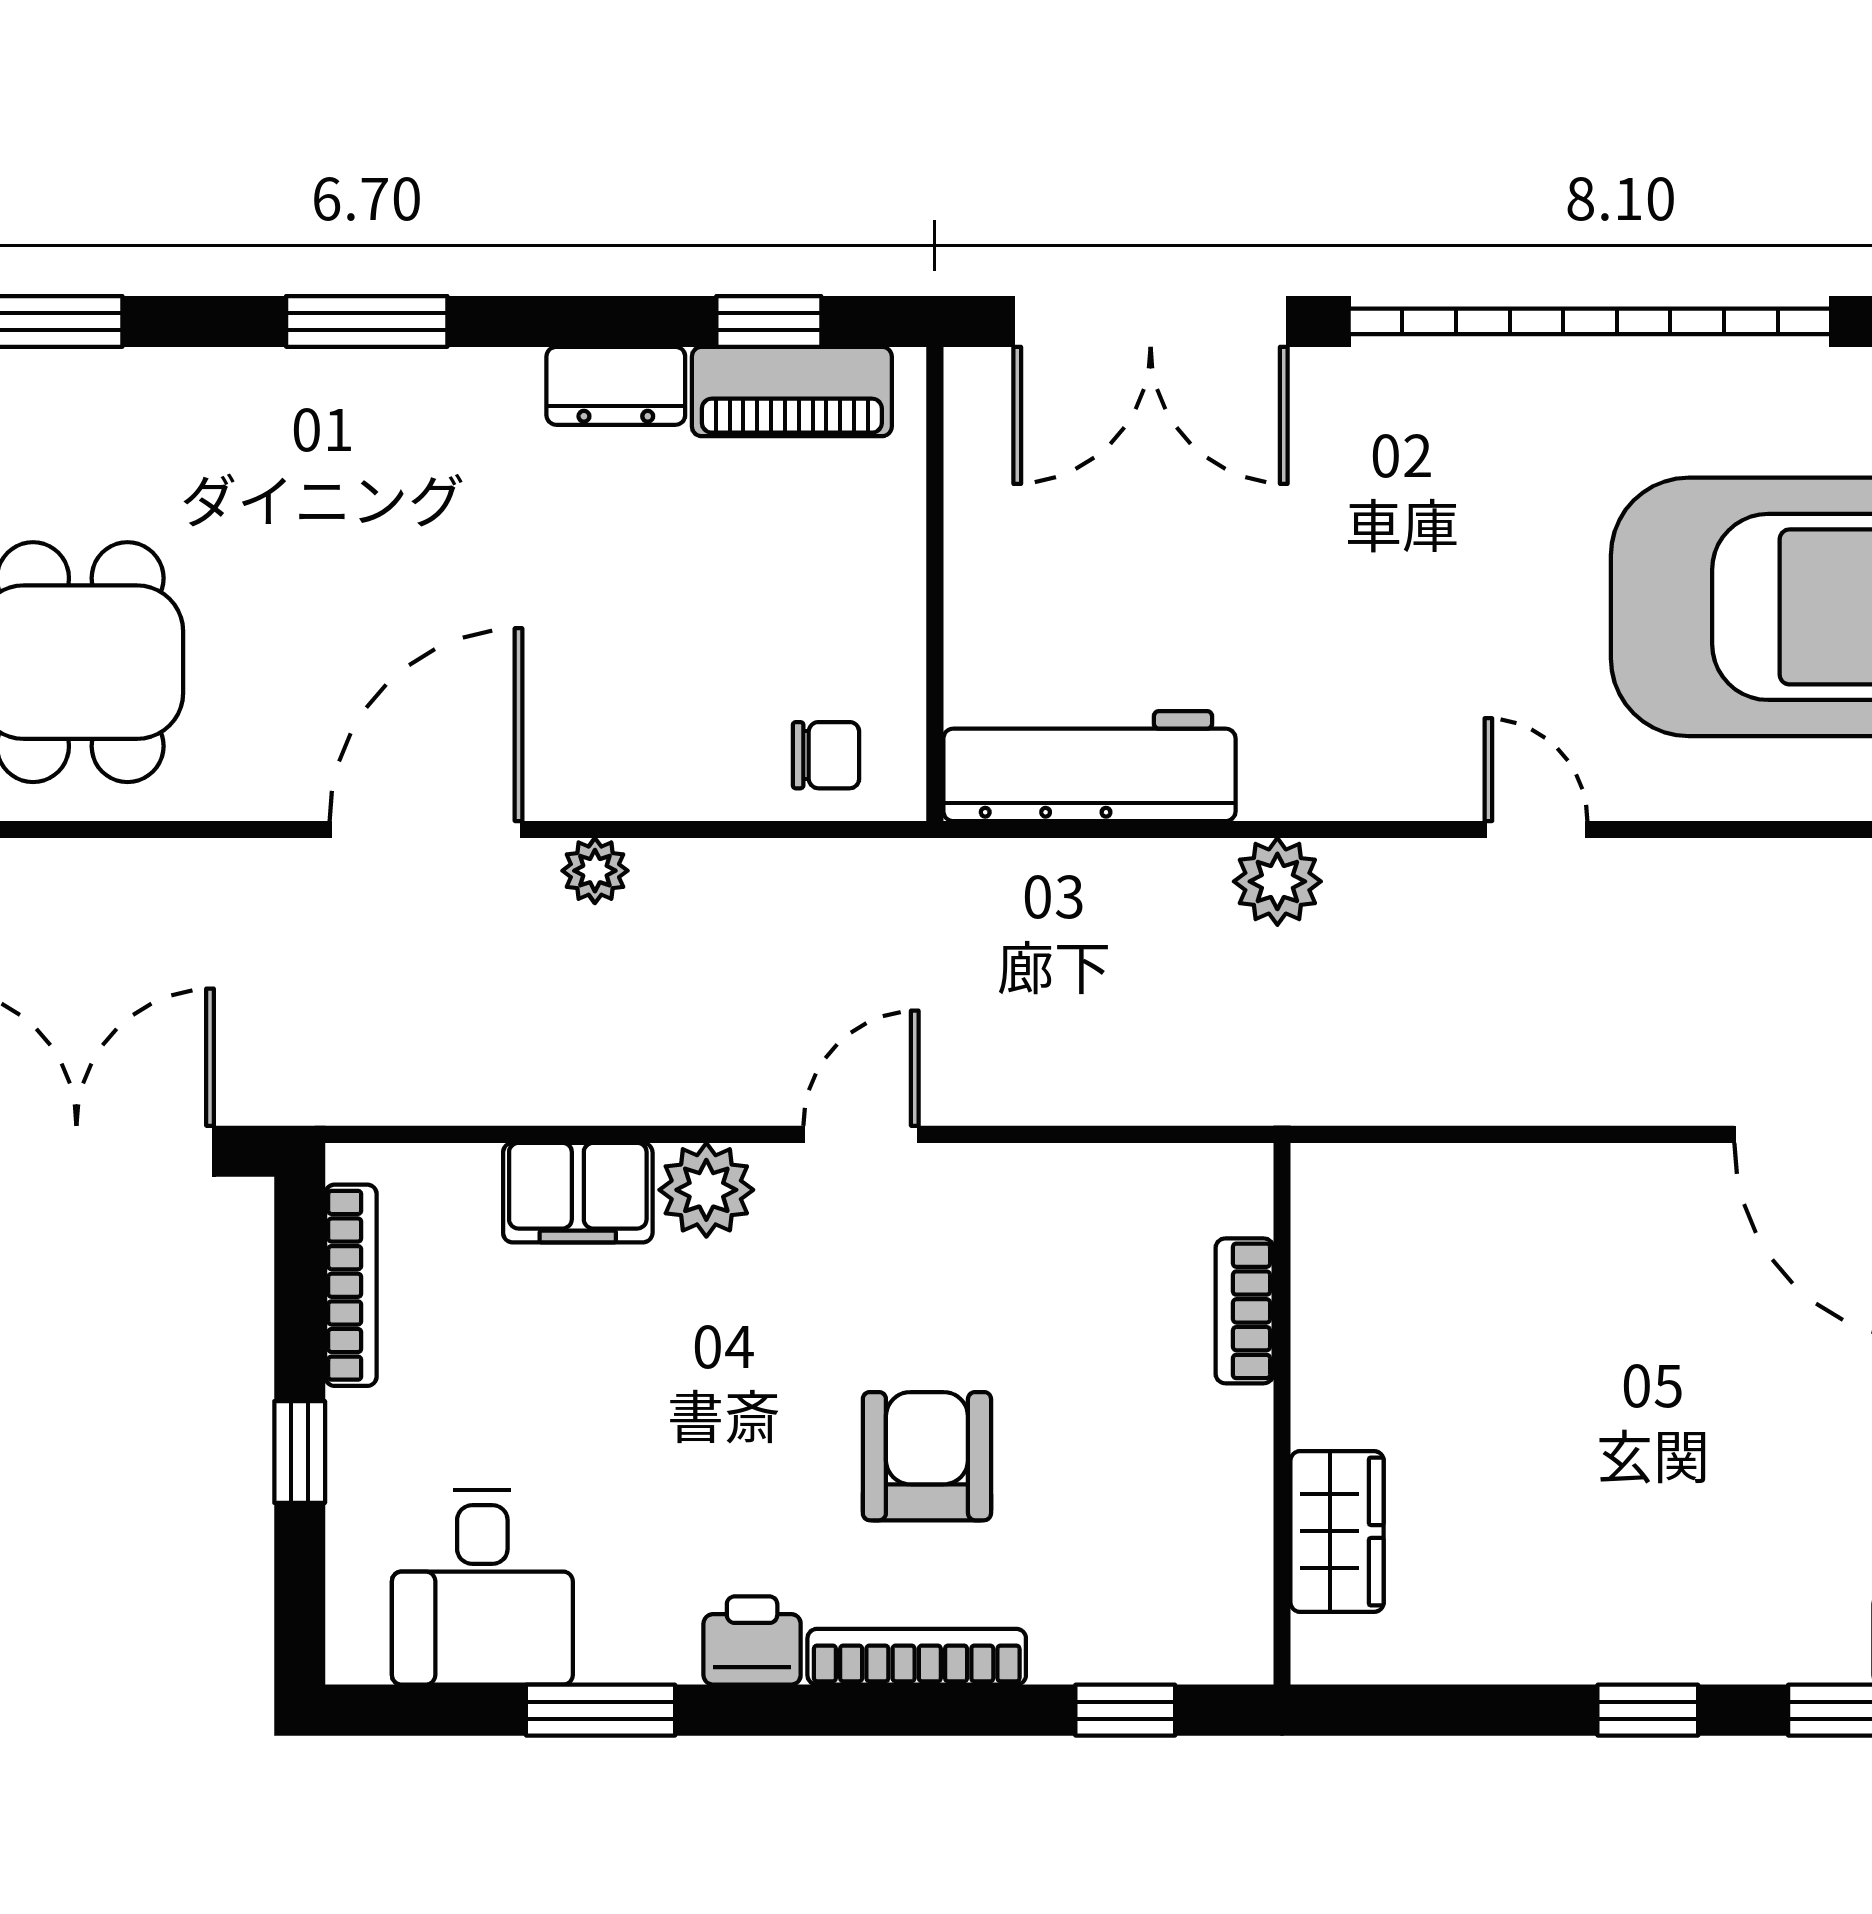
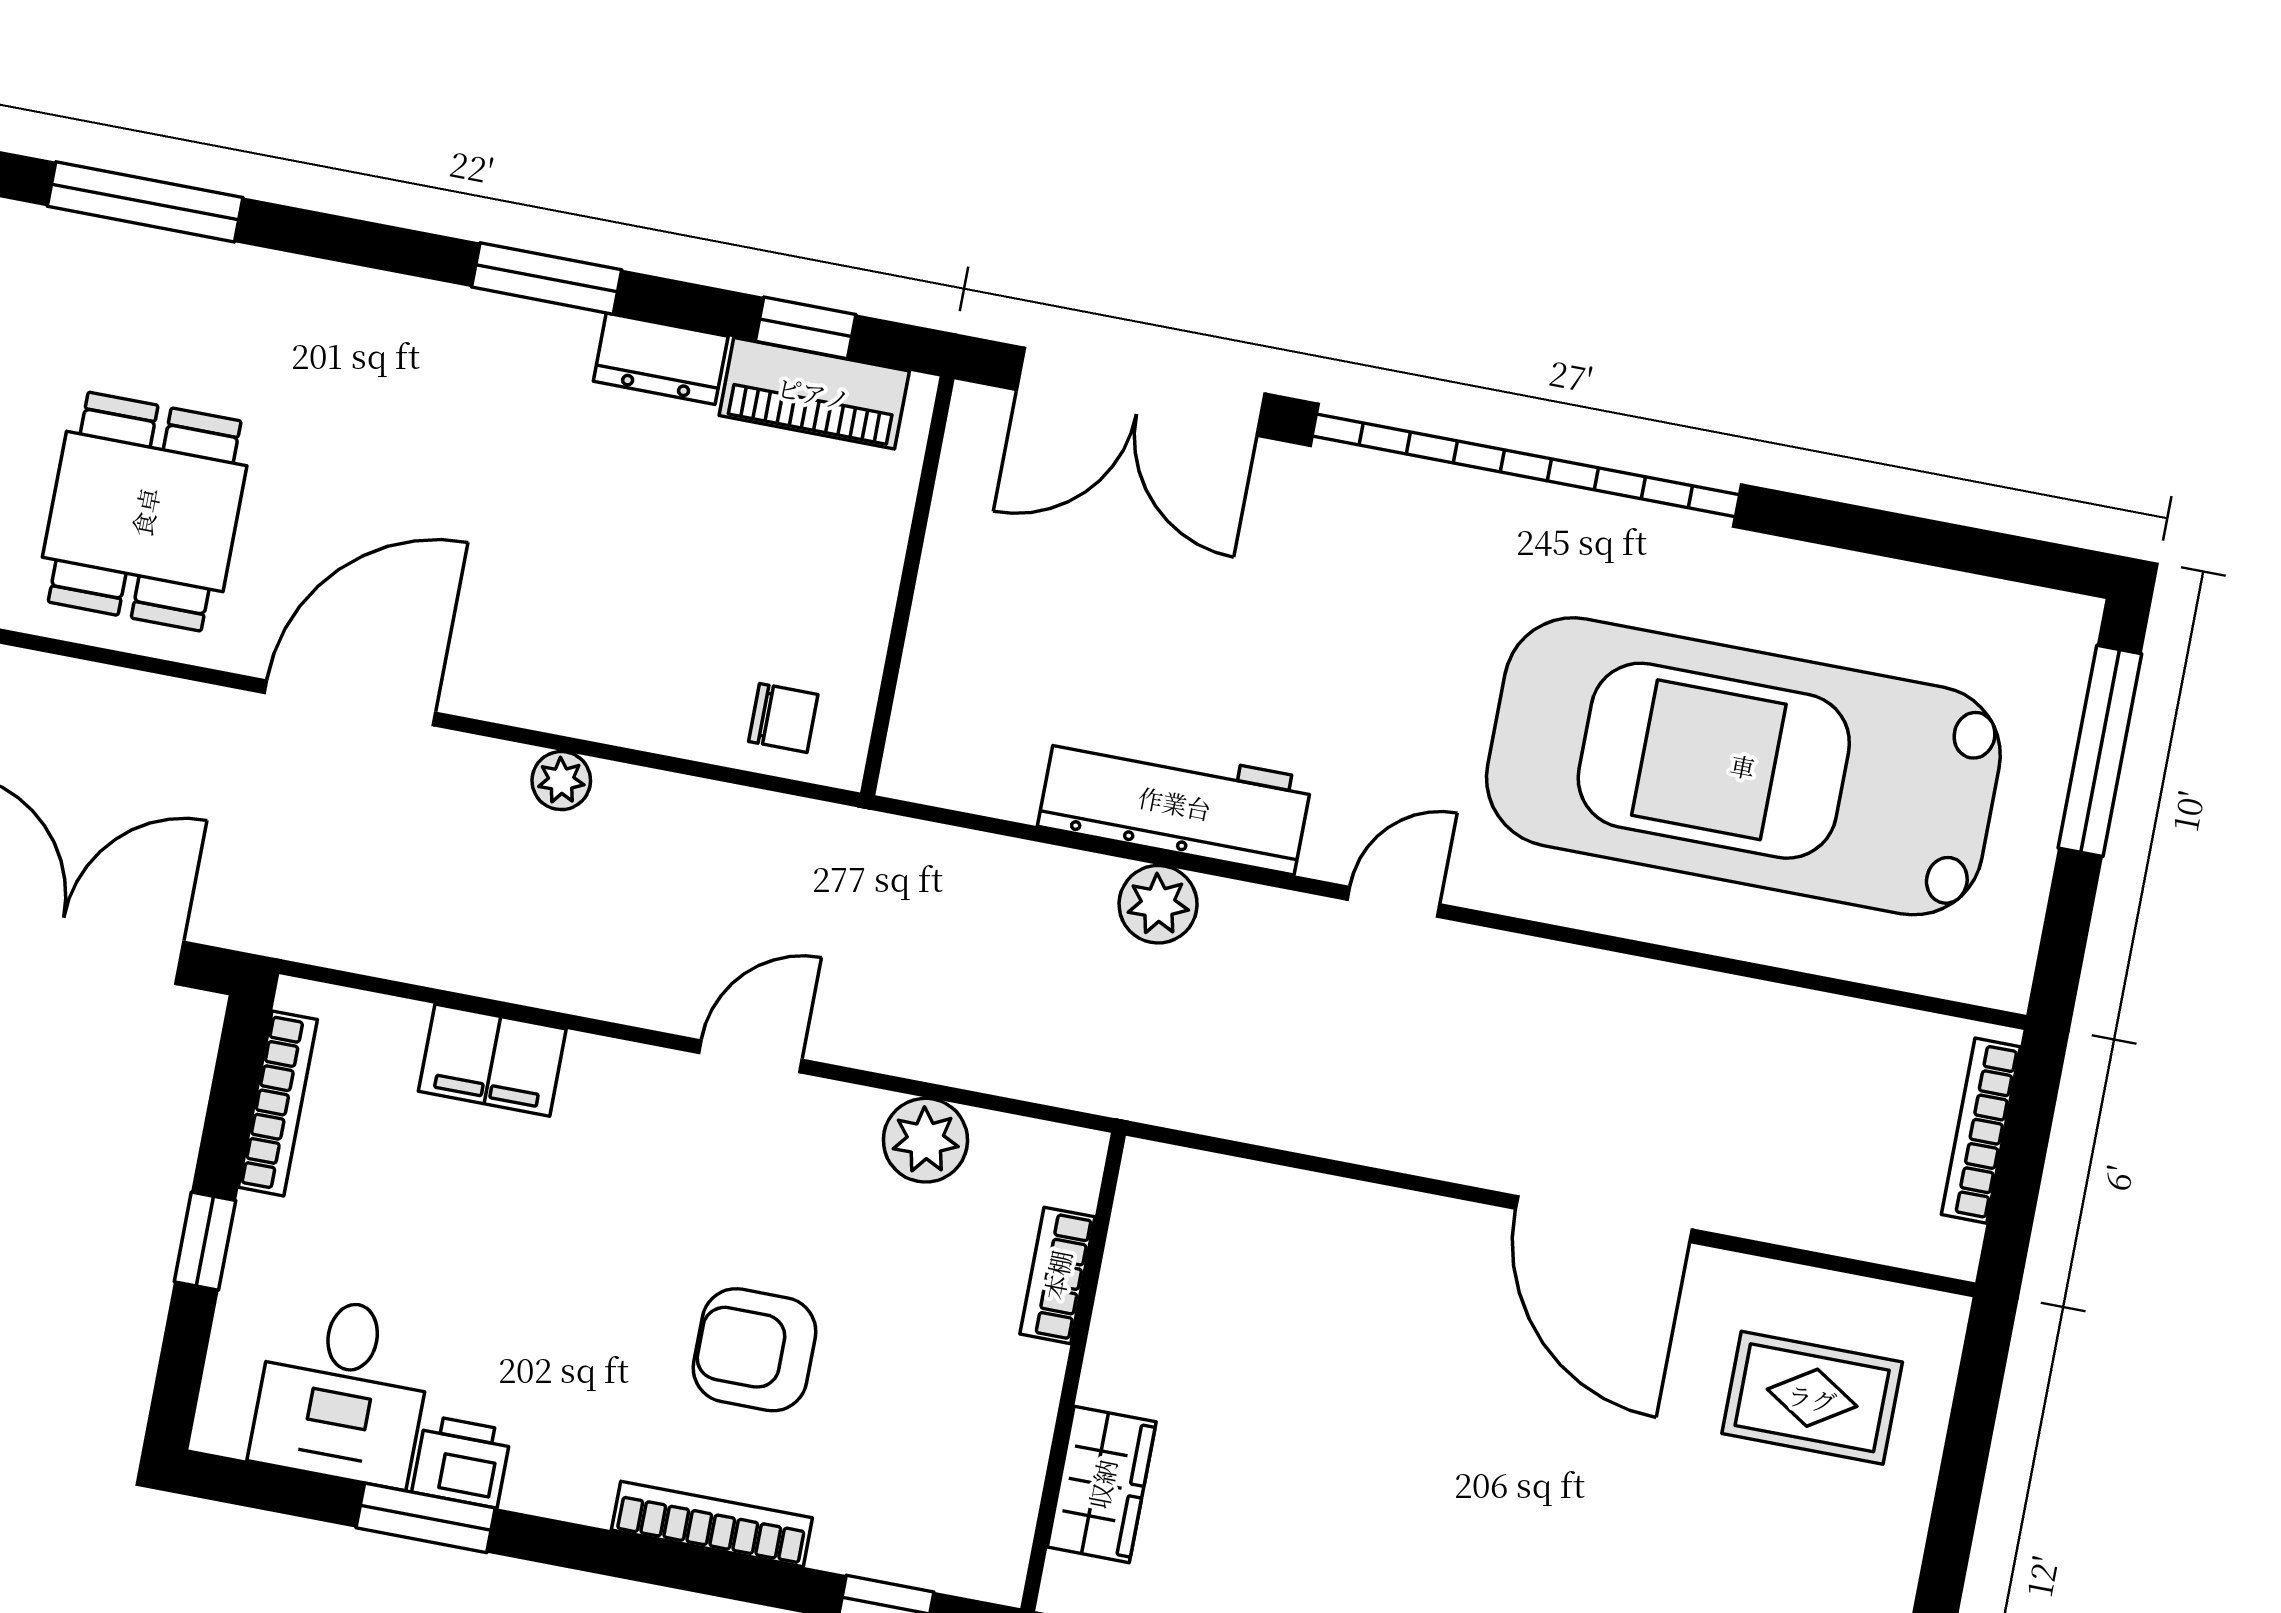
window: (367, 321) -> (547, 278), moved
workbench: (1089, 766) -> (1175, 803), moved
door: (426, 829) -> (350, 703), moved
door: (1536, 829) -> (1394, 902), hinge flipped
plant: (706, 1190) -> (925, 1140), moved
armchair: (927, 1456) -> (754, 1350), turned -90
printer: (752, 1641) -> (462, 1462), moved

